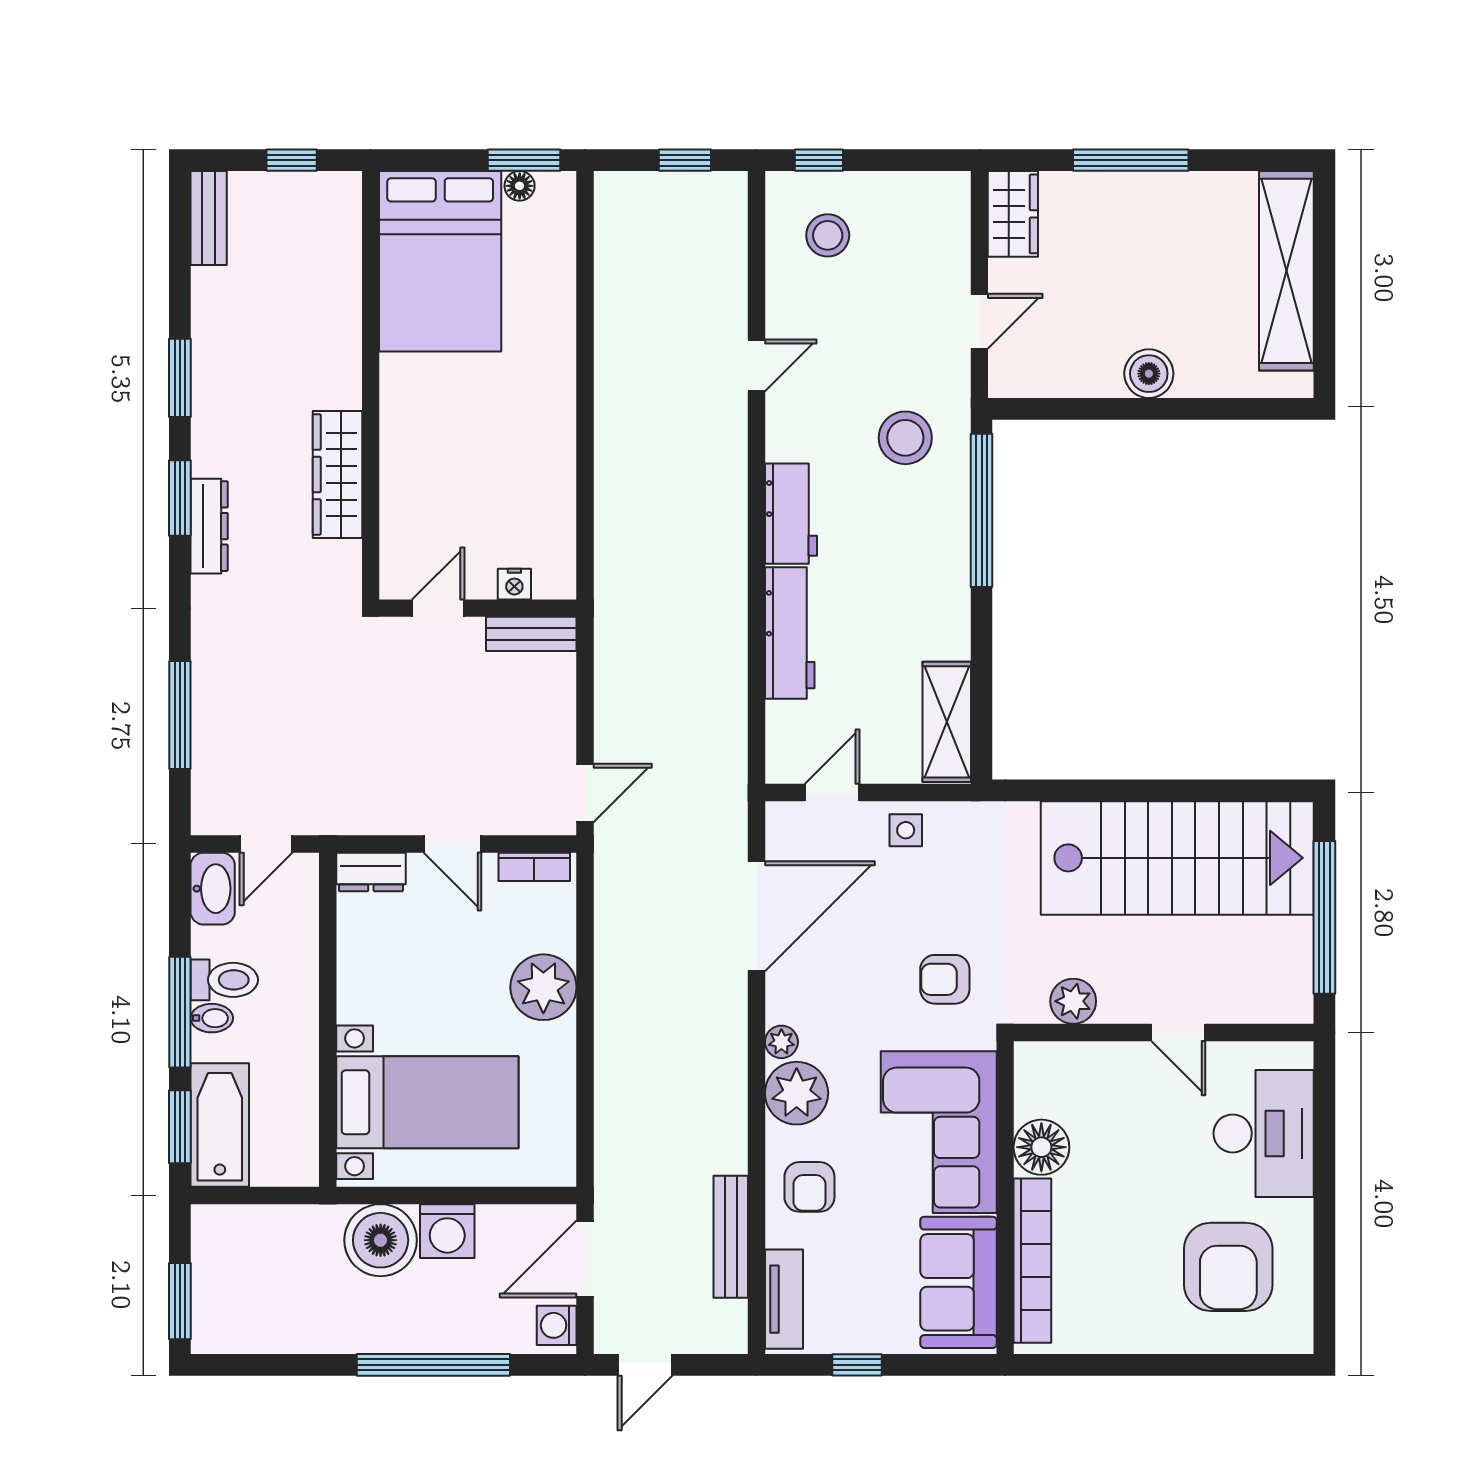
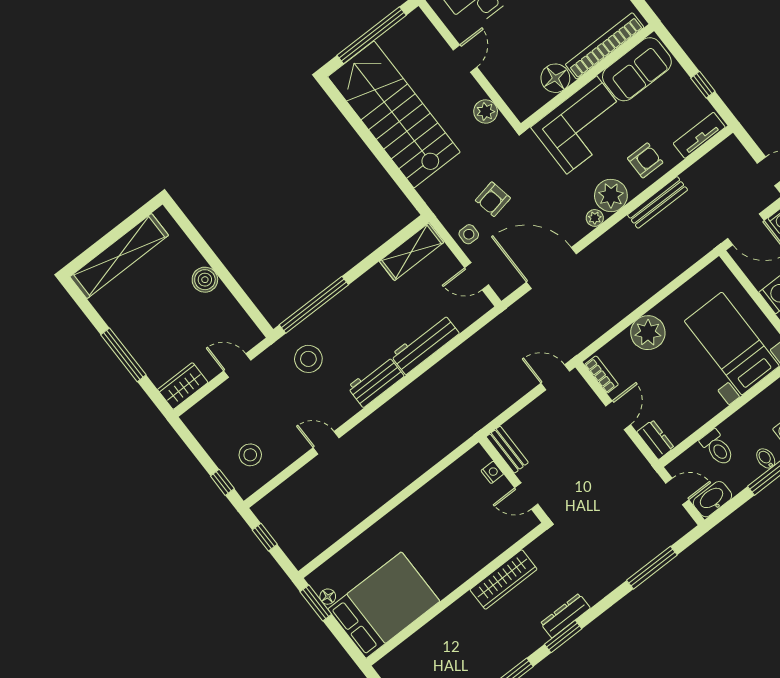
armchair: (945, 979) -> (493, 199), moved, turned 79
toilet: (224, 980) -> (717, 448), moved, turned 180
bench: (731, 1237) -> (658, 202), moved

